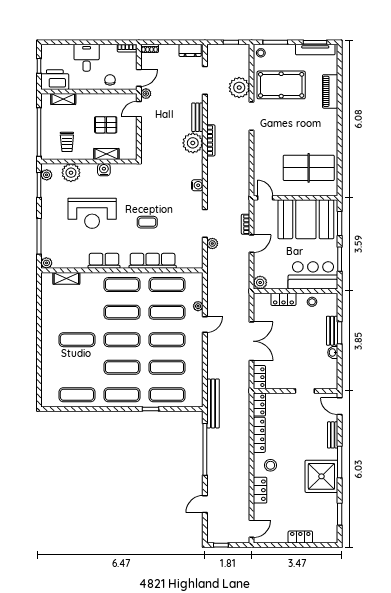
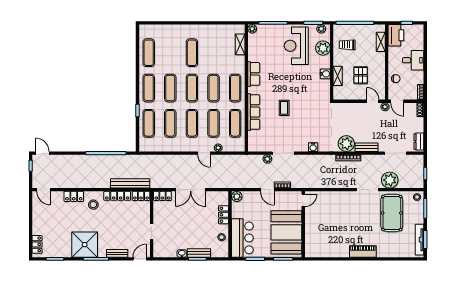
piano: (330, 91) -> (363, 251), moved
table tennis table: (309, 168) -> (327, 235), removed
reception desk: (92, 213) -> (296, 46), moved
bench: (213, 403) -> (130, 183), moved
door: (205, 504) -> (42, 153), moved
locker: (300, 537) -> (37, 244), moved

